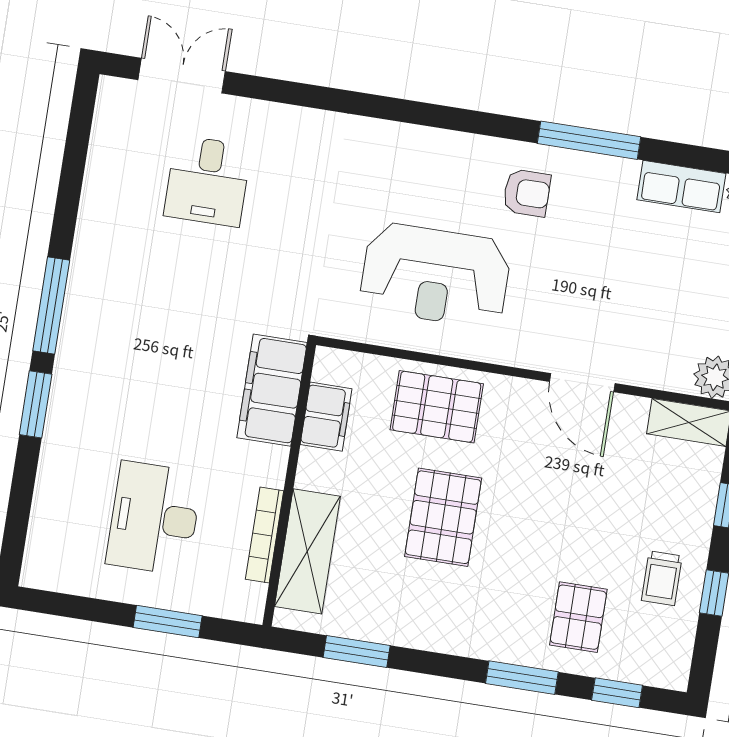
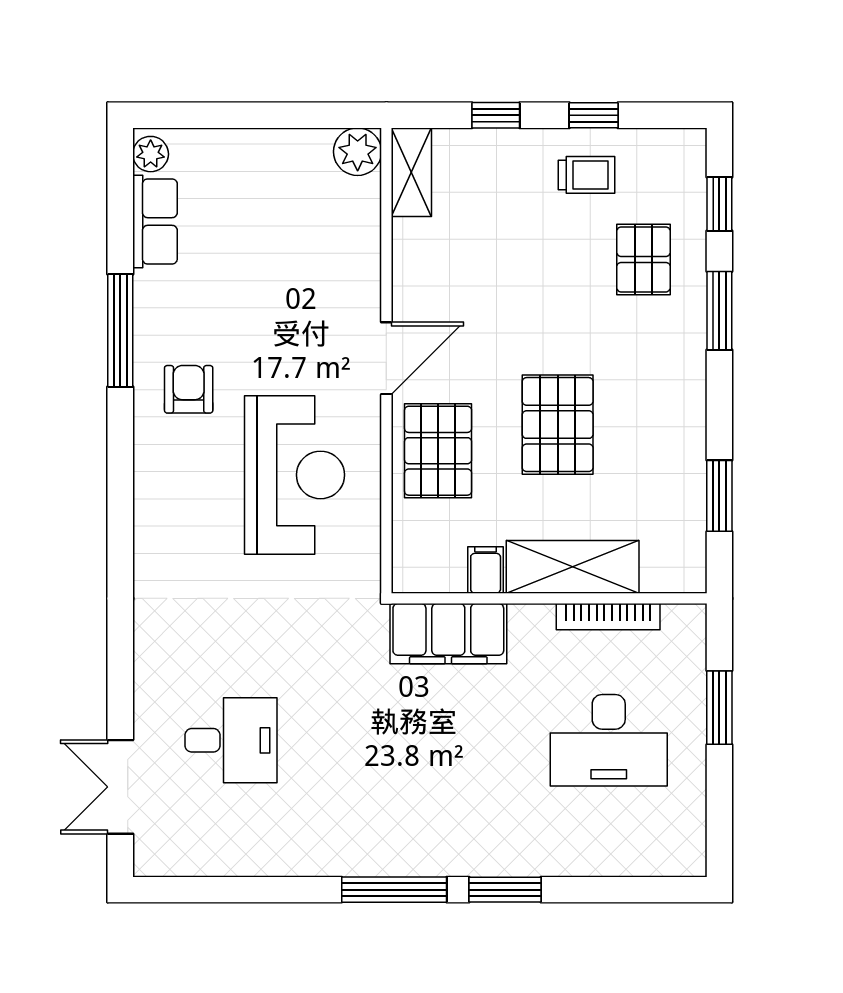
door: (582, 383) -> (386, 358), moved
filing cabinet: (326, 417) -> (486, 570), width x0.50
pallet: (443, 517) -> (558, 425), turned 90
shelving: (307, 551) -> (573, 567), moved
pallet: (578, 617) -> (643, 259), turned 90

